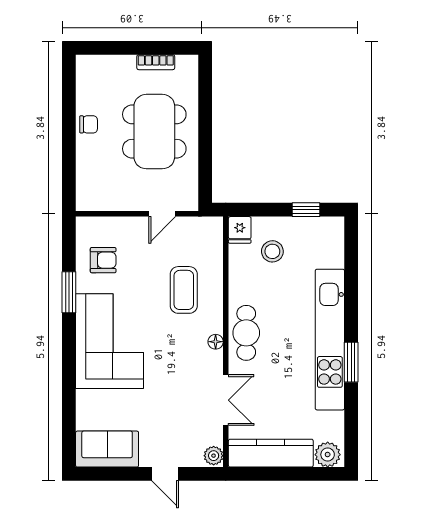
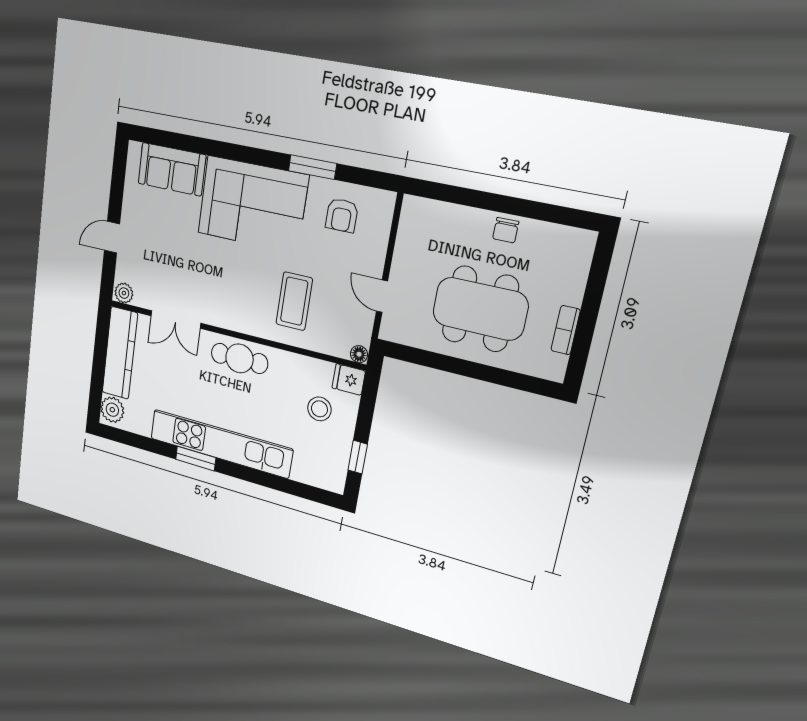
coffee table: (184, 290) -> (294, 301), turned 90
floor lamp: (216, 342) -> (359, 354), moved
sofa: (107, 449) -> (172, 169), moved, turned 90

